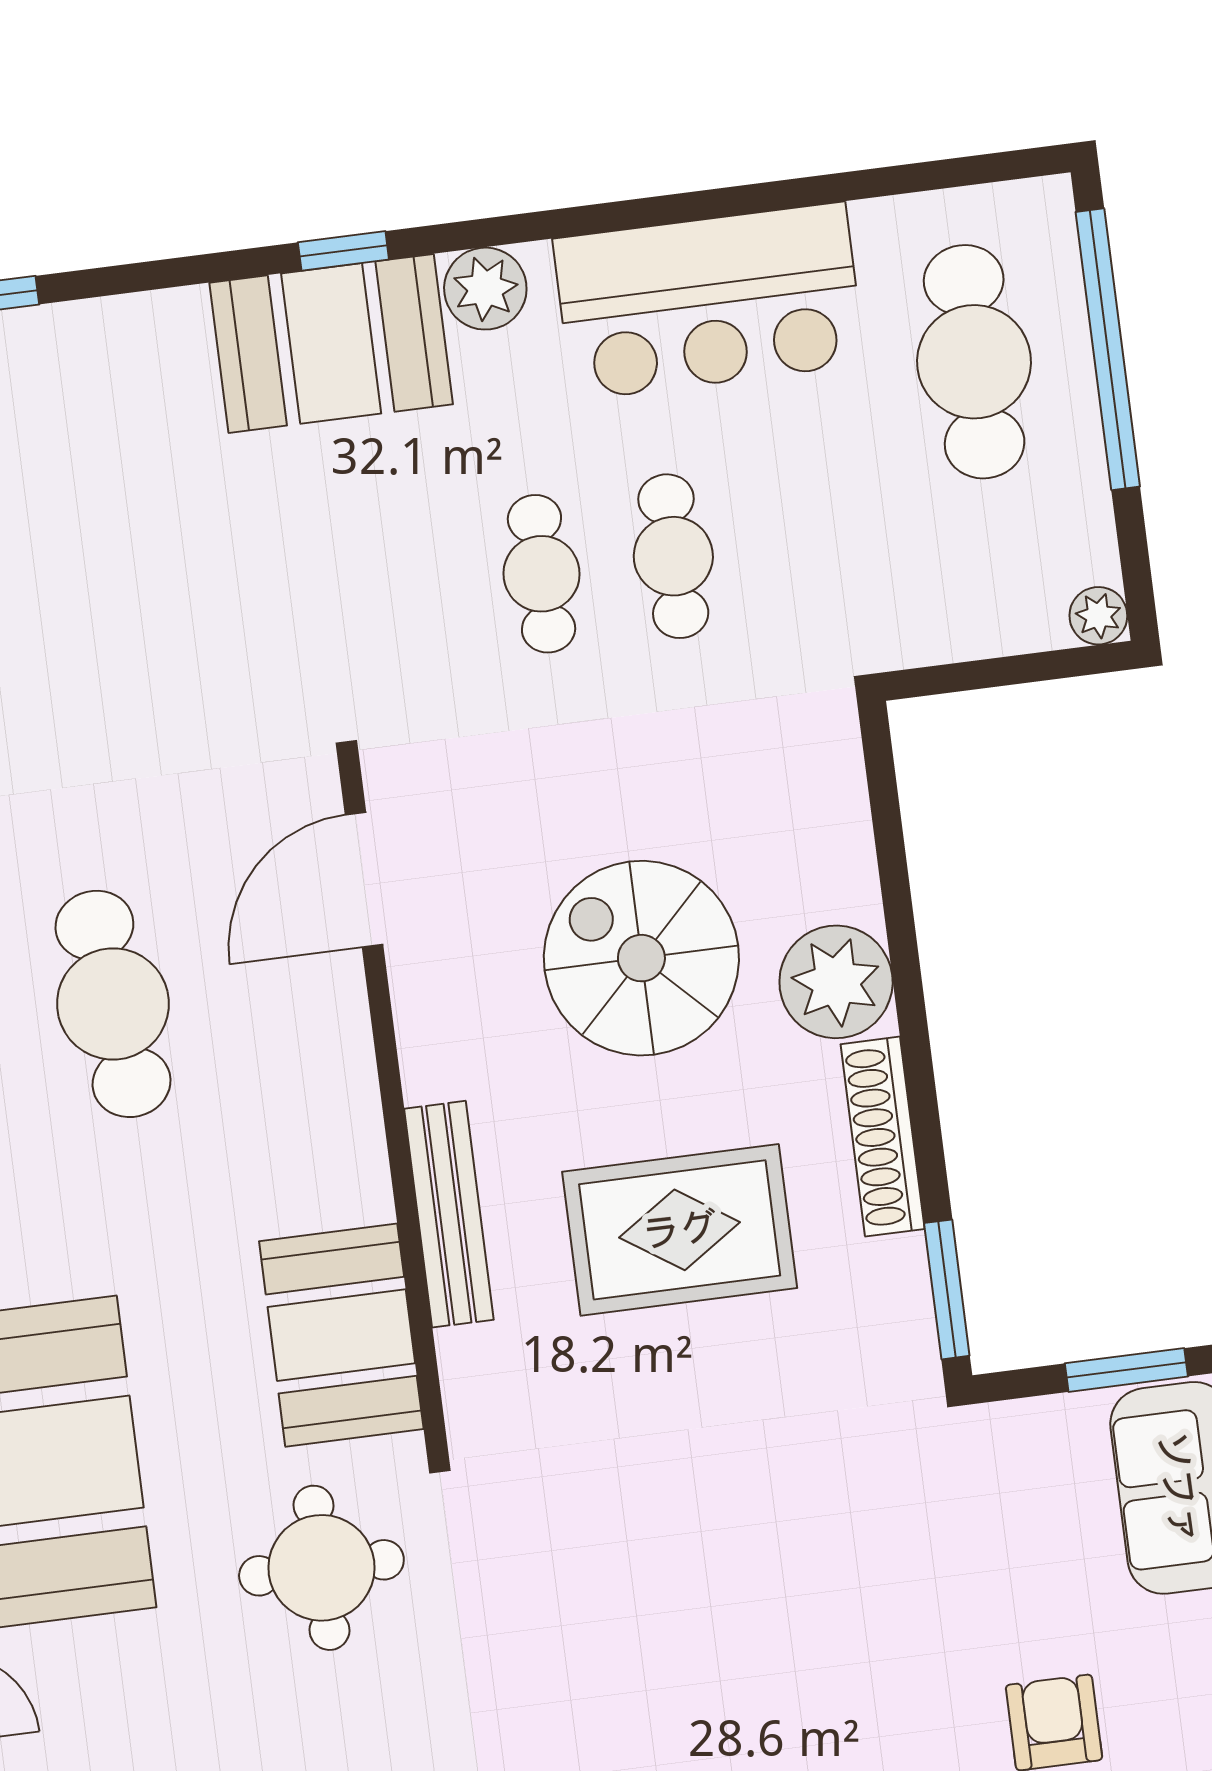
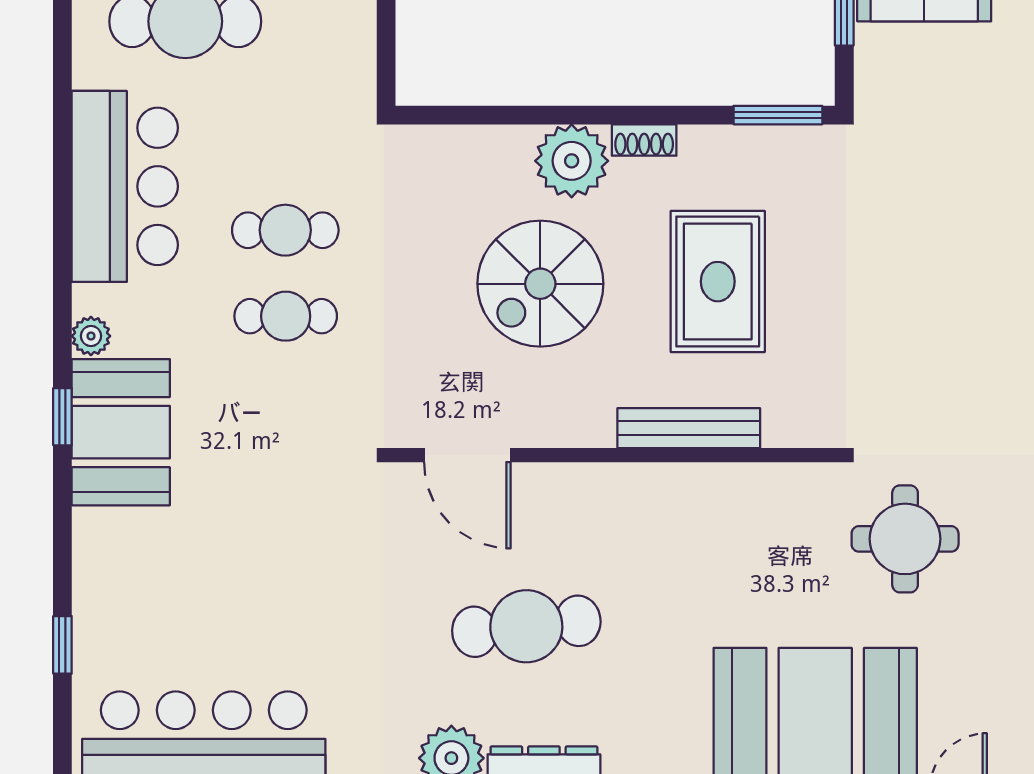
plant: (485, 289) -> (91, 336), width x0.73, depth x0.73
shoe rack: (883, 1137) -> (644, 140), width x0.51, depth x0.81
booth: (341, 1335) -> (757, 507), removed

